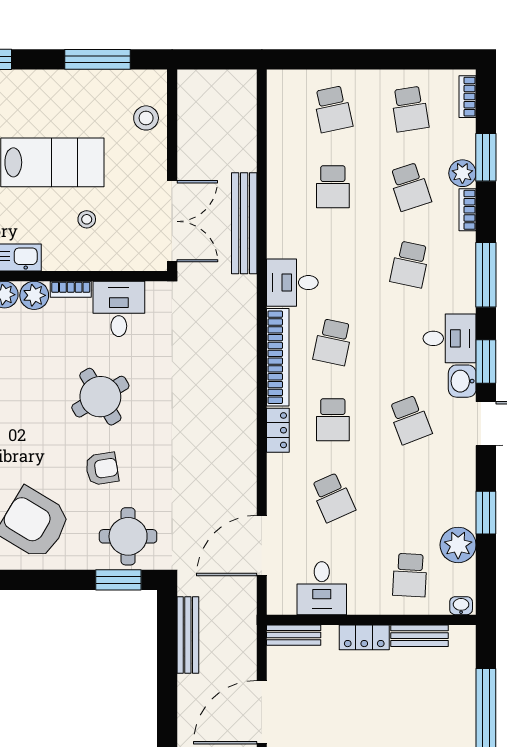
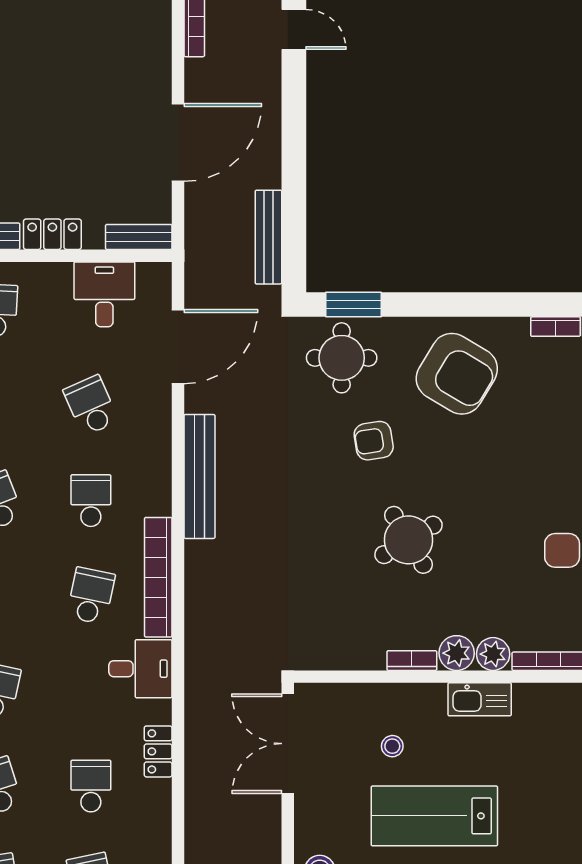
bench: (244, 223) -> (199, 476), moved
desk: (119, 309) -> (353, 636), removed
round table: (100, 397) -> (408, 540), moved
locker: (278, 430) -> (158, 751), moved

